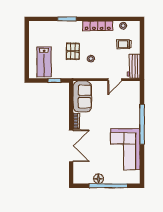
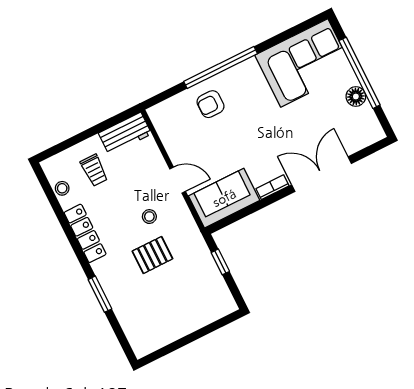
lab bench: (44, 62) -> (196, 297), removed
door: (115, 80) -> (178, 180), moved
armchair: (128, 111) -> (210, 104), added
corner sofa: (125, 149) -> (304, 63), moved

